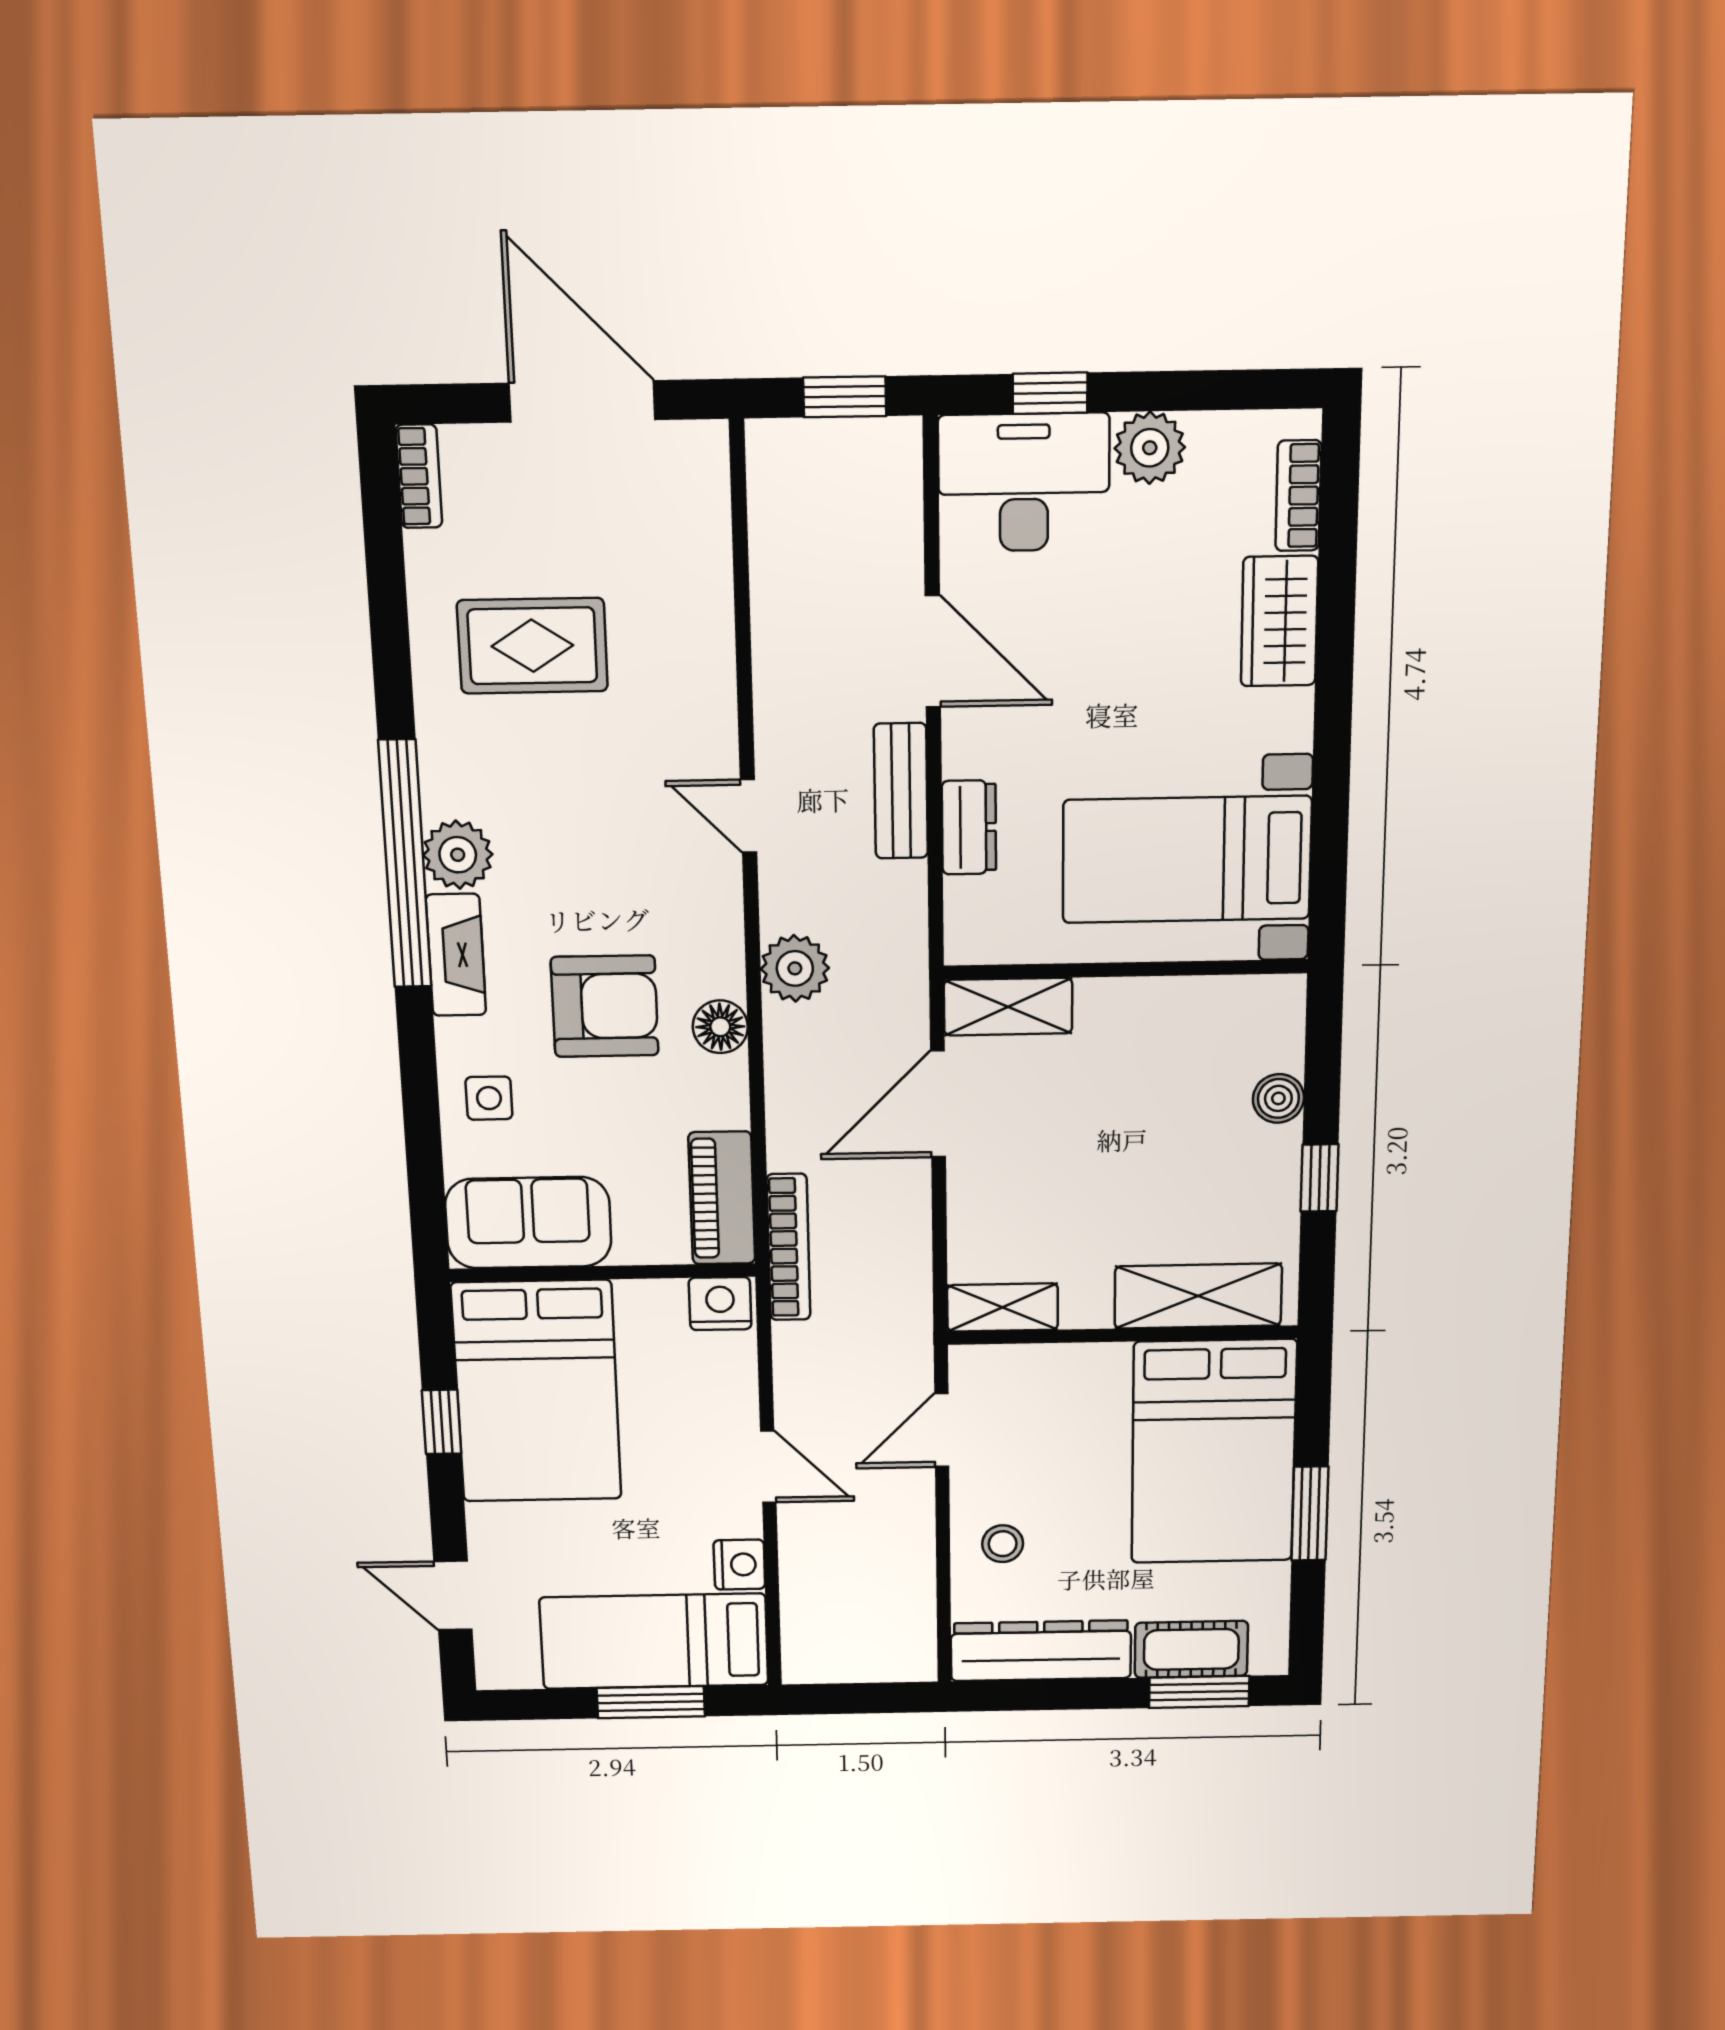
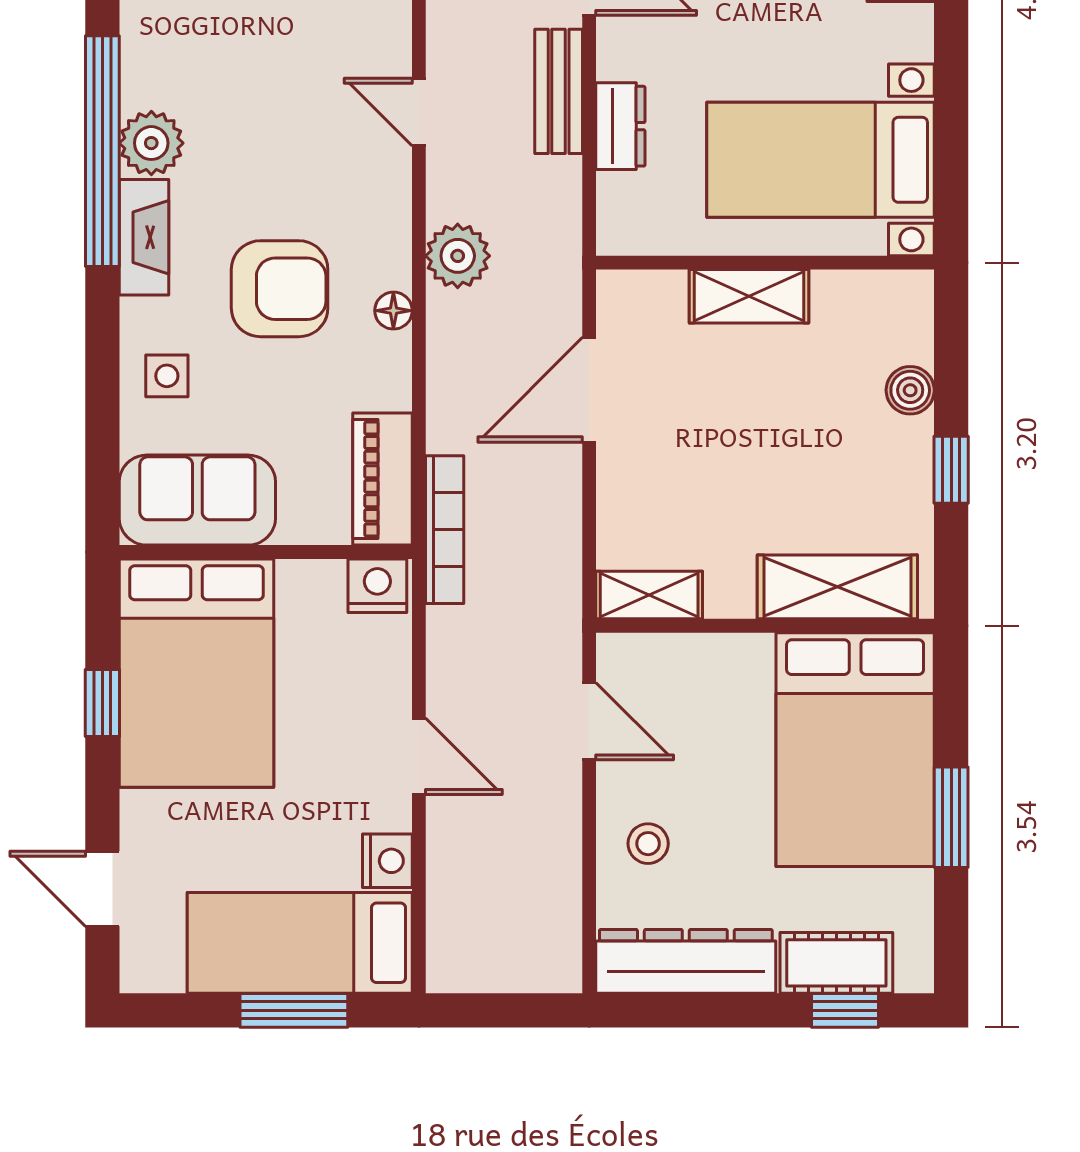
shelving: (1008, 1007) -> (749, 296), moved
floor lamp: (720, 1027) -> (393, 311), width x0.73, depth x0.73
door: (942, 1430) -> (589, 721), swing flipped
window: (1199, 1692) -> (845, 1010), width x0.67

